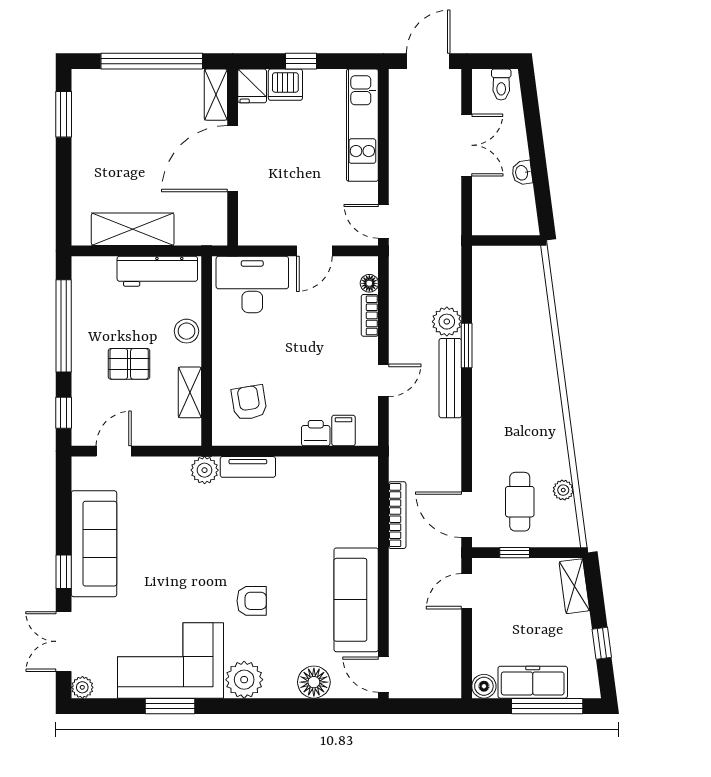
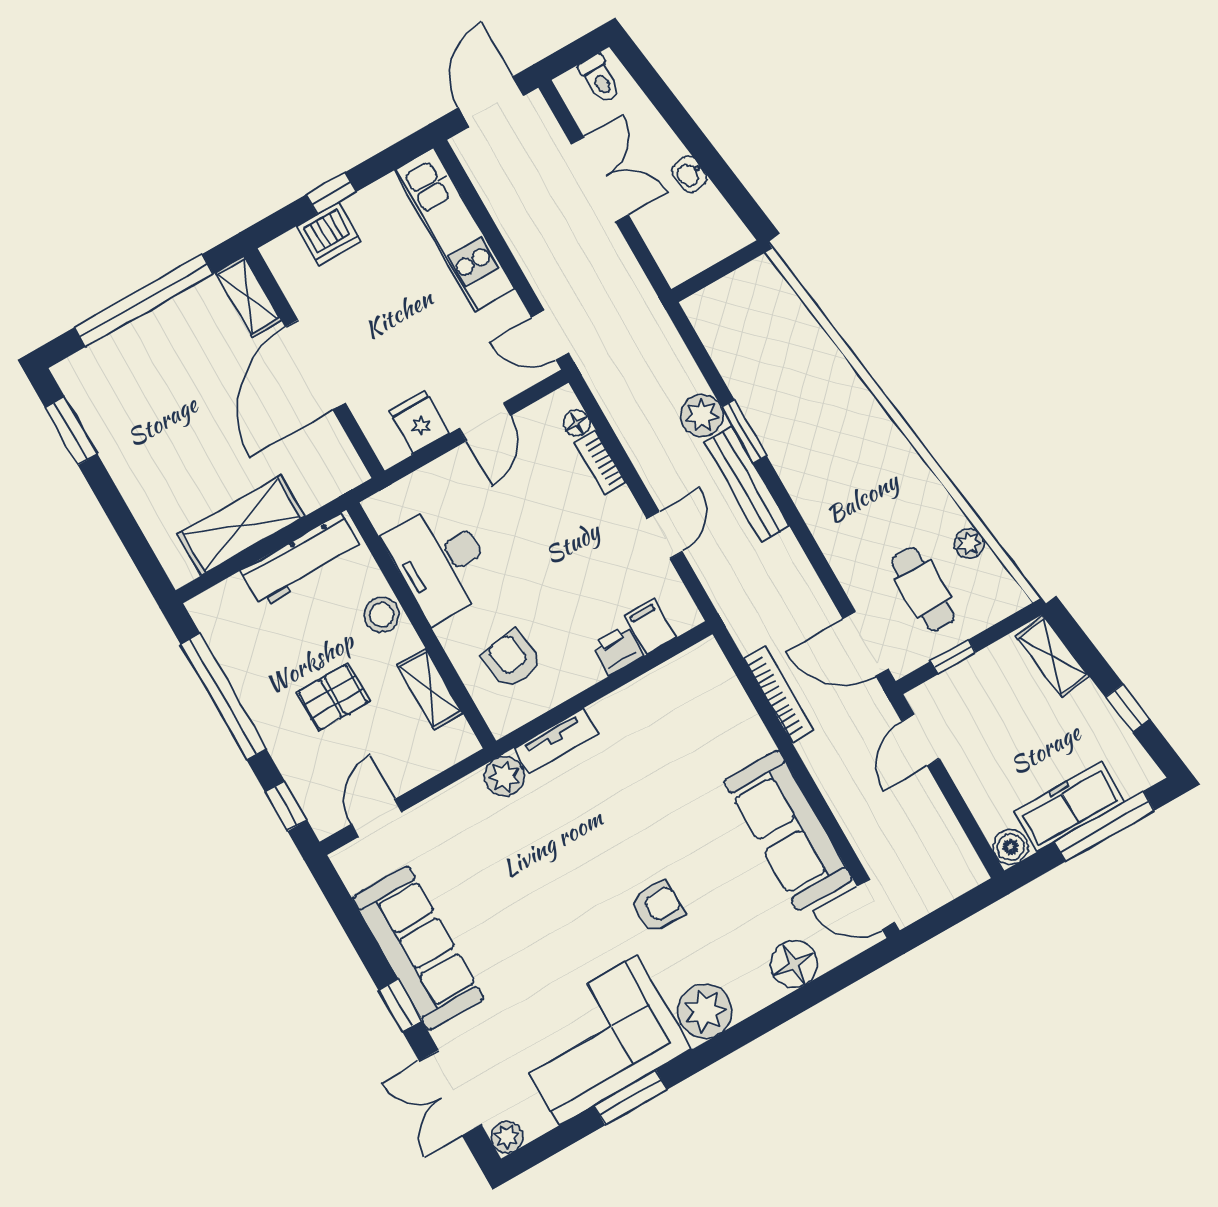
fridge: (252, 86) -> (419, 422), moved, turned 180
desk: (252, 284) -> (441, 562), moved, turned -90

